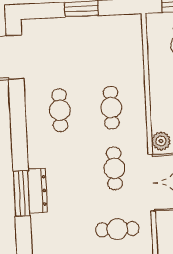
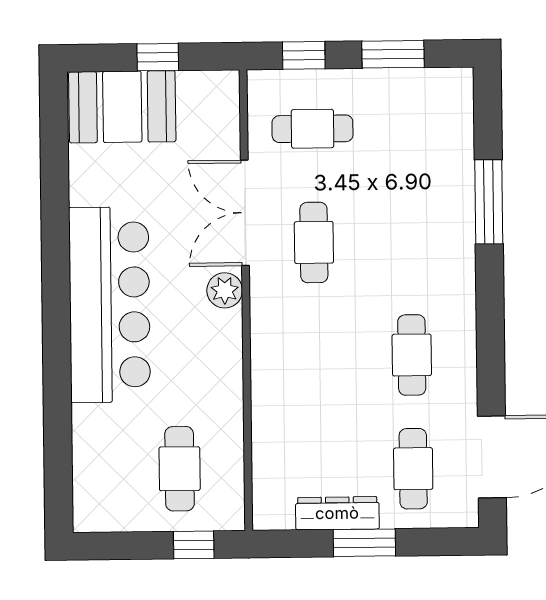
cafe table: (111, 108) -> (413, 469), moved
dresser: (37, 191) -> (337, 513), moved, turned 90

